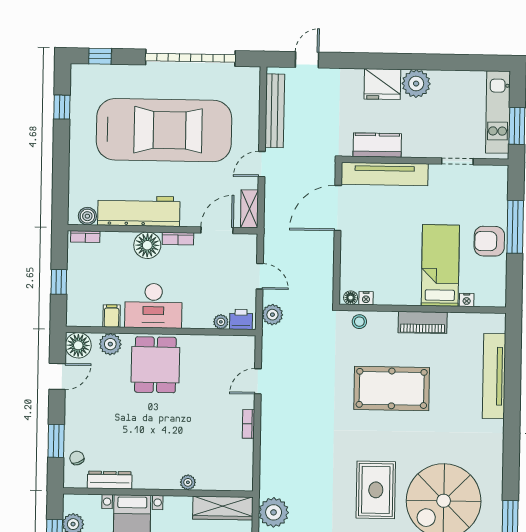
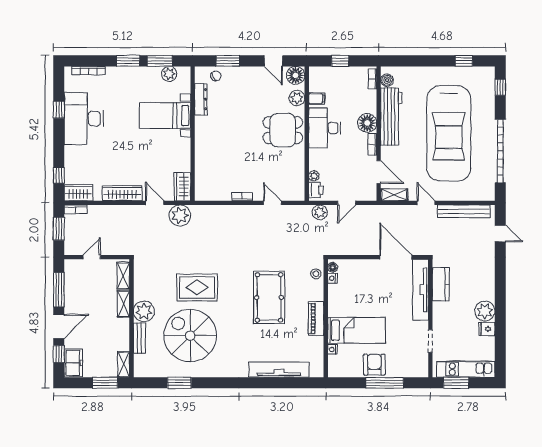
fridge: (382, 84) -> (487, 329), moved, width x0.53, depth x0.75
plant: (188, 482) -> (200, 155), removed
wardrobe: (223, 508) -> (182, 187), width x0.67

